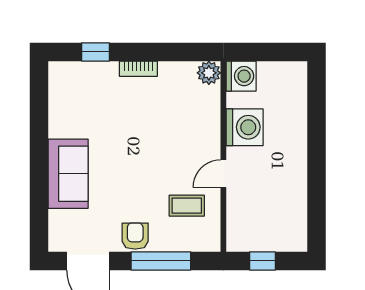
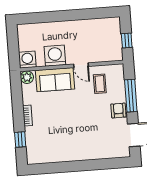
sofa: (68, 174) -> (55, 80), moved, turned 180
armchair: (135, 236) -> (118, 110), turned 90

